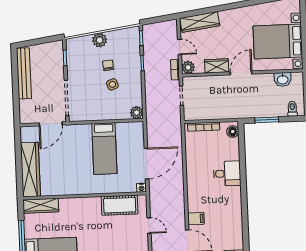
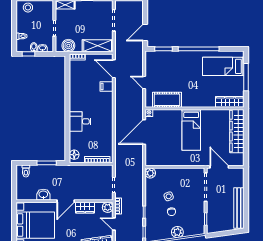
washbasin: (283, 79) -> (43, 195), moved
door: (51, 124) -> (219, 167), hinge flipped
bed: (104, 149) -> (191, 130), moved, turned 180

